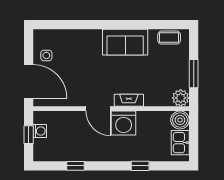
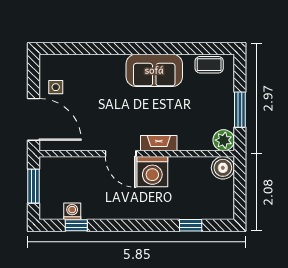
washing machine: (40, 131) -> (72, 211), moved, turned -90
window: (29, 135) -> (33, 186), width x1.50
kitchen sink: (180, 143) -> (223, 196), removed
window: (75, 166) -> (76, 225), moved
window: (140, 166) -> (191, 225), moved

